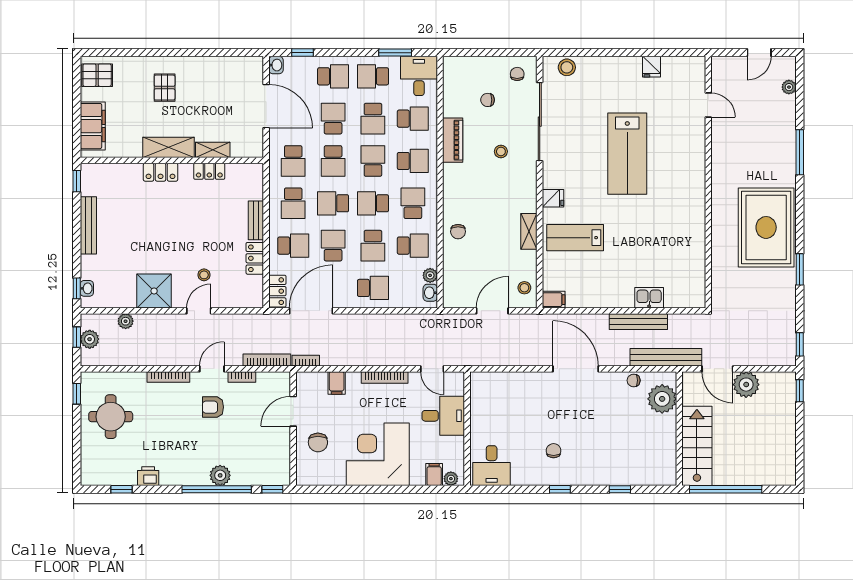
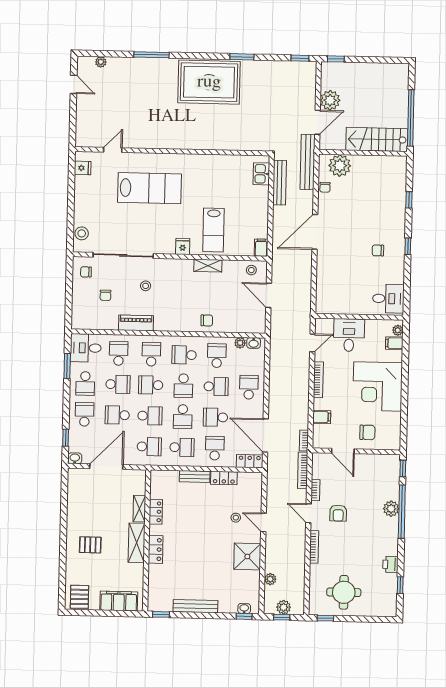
door: (708, 105) -> (113, 150), moved
wall: (708, 182) -> (172, 151), moved

